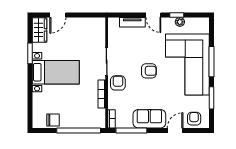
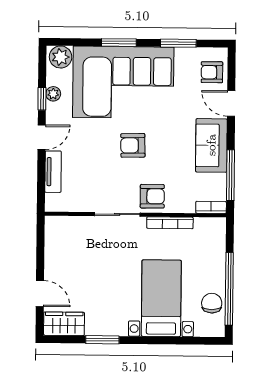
plant: (202, 26) -> (61, 57), added
window: (212, 62) -> (119, 43), width x0.69
armchair: (149, 71) -> (133, 145), turned -91
bed with nightstands: (56, 72) -> (161, 298), moved
armchair: (118, 83) -> (152, 196), turned 180
window: (79, 131) -> (229, 289), moved

